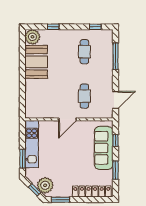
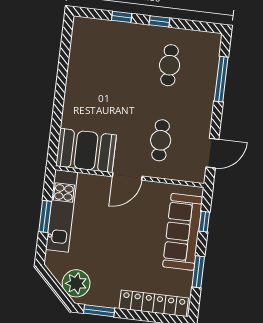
window: (95, 27) -> (159, 21), moved
plant: (32, 37) -> (85, 30), removed
booth: (36, 62) -> (86, 150), moved, turned 90
window: (22, 159) -> (45, 217), moved
window: (35, 190) -> (57, 289), removed

